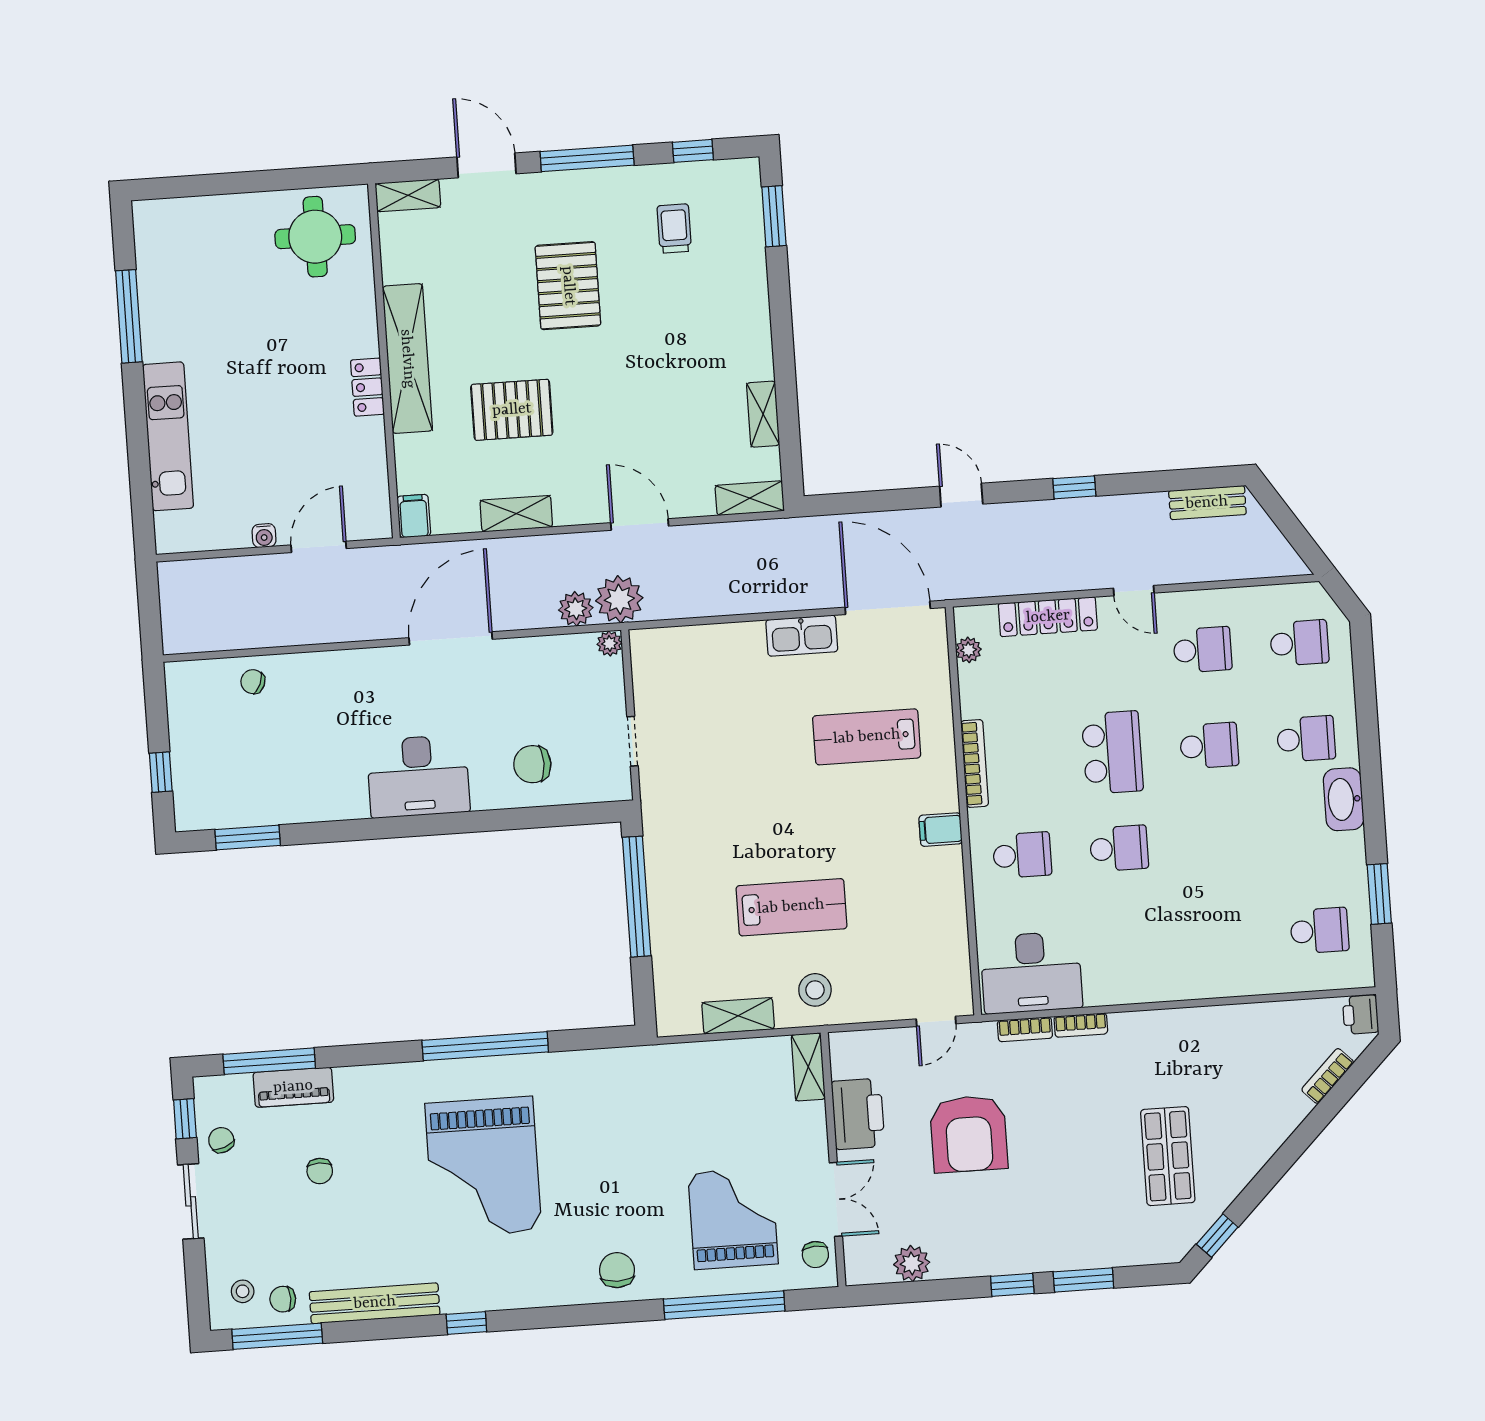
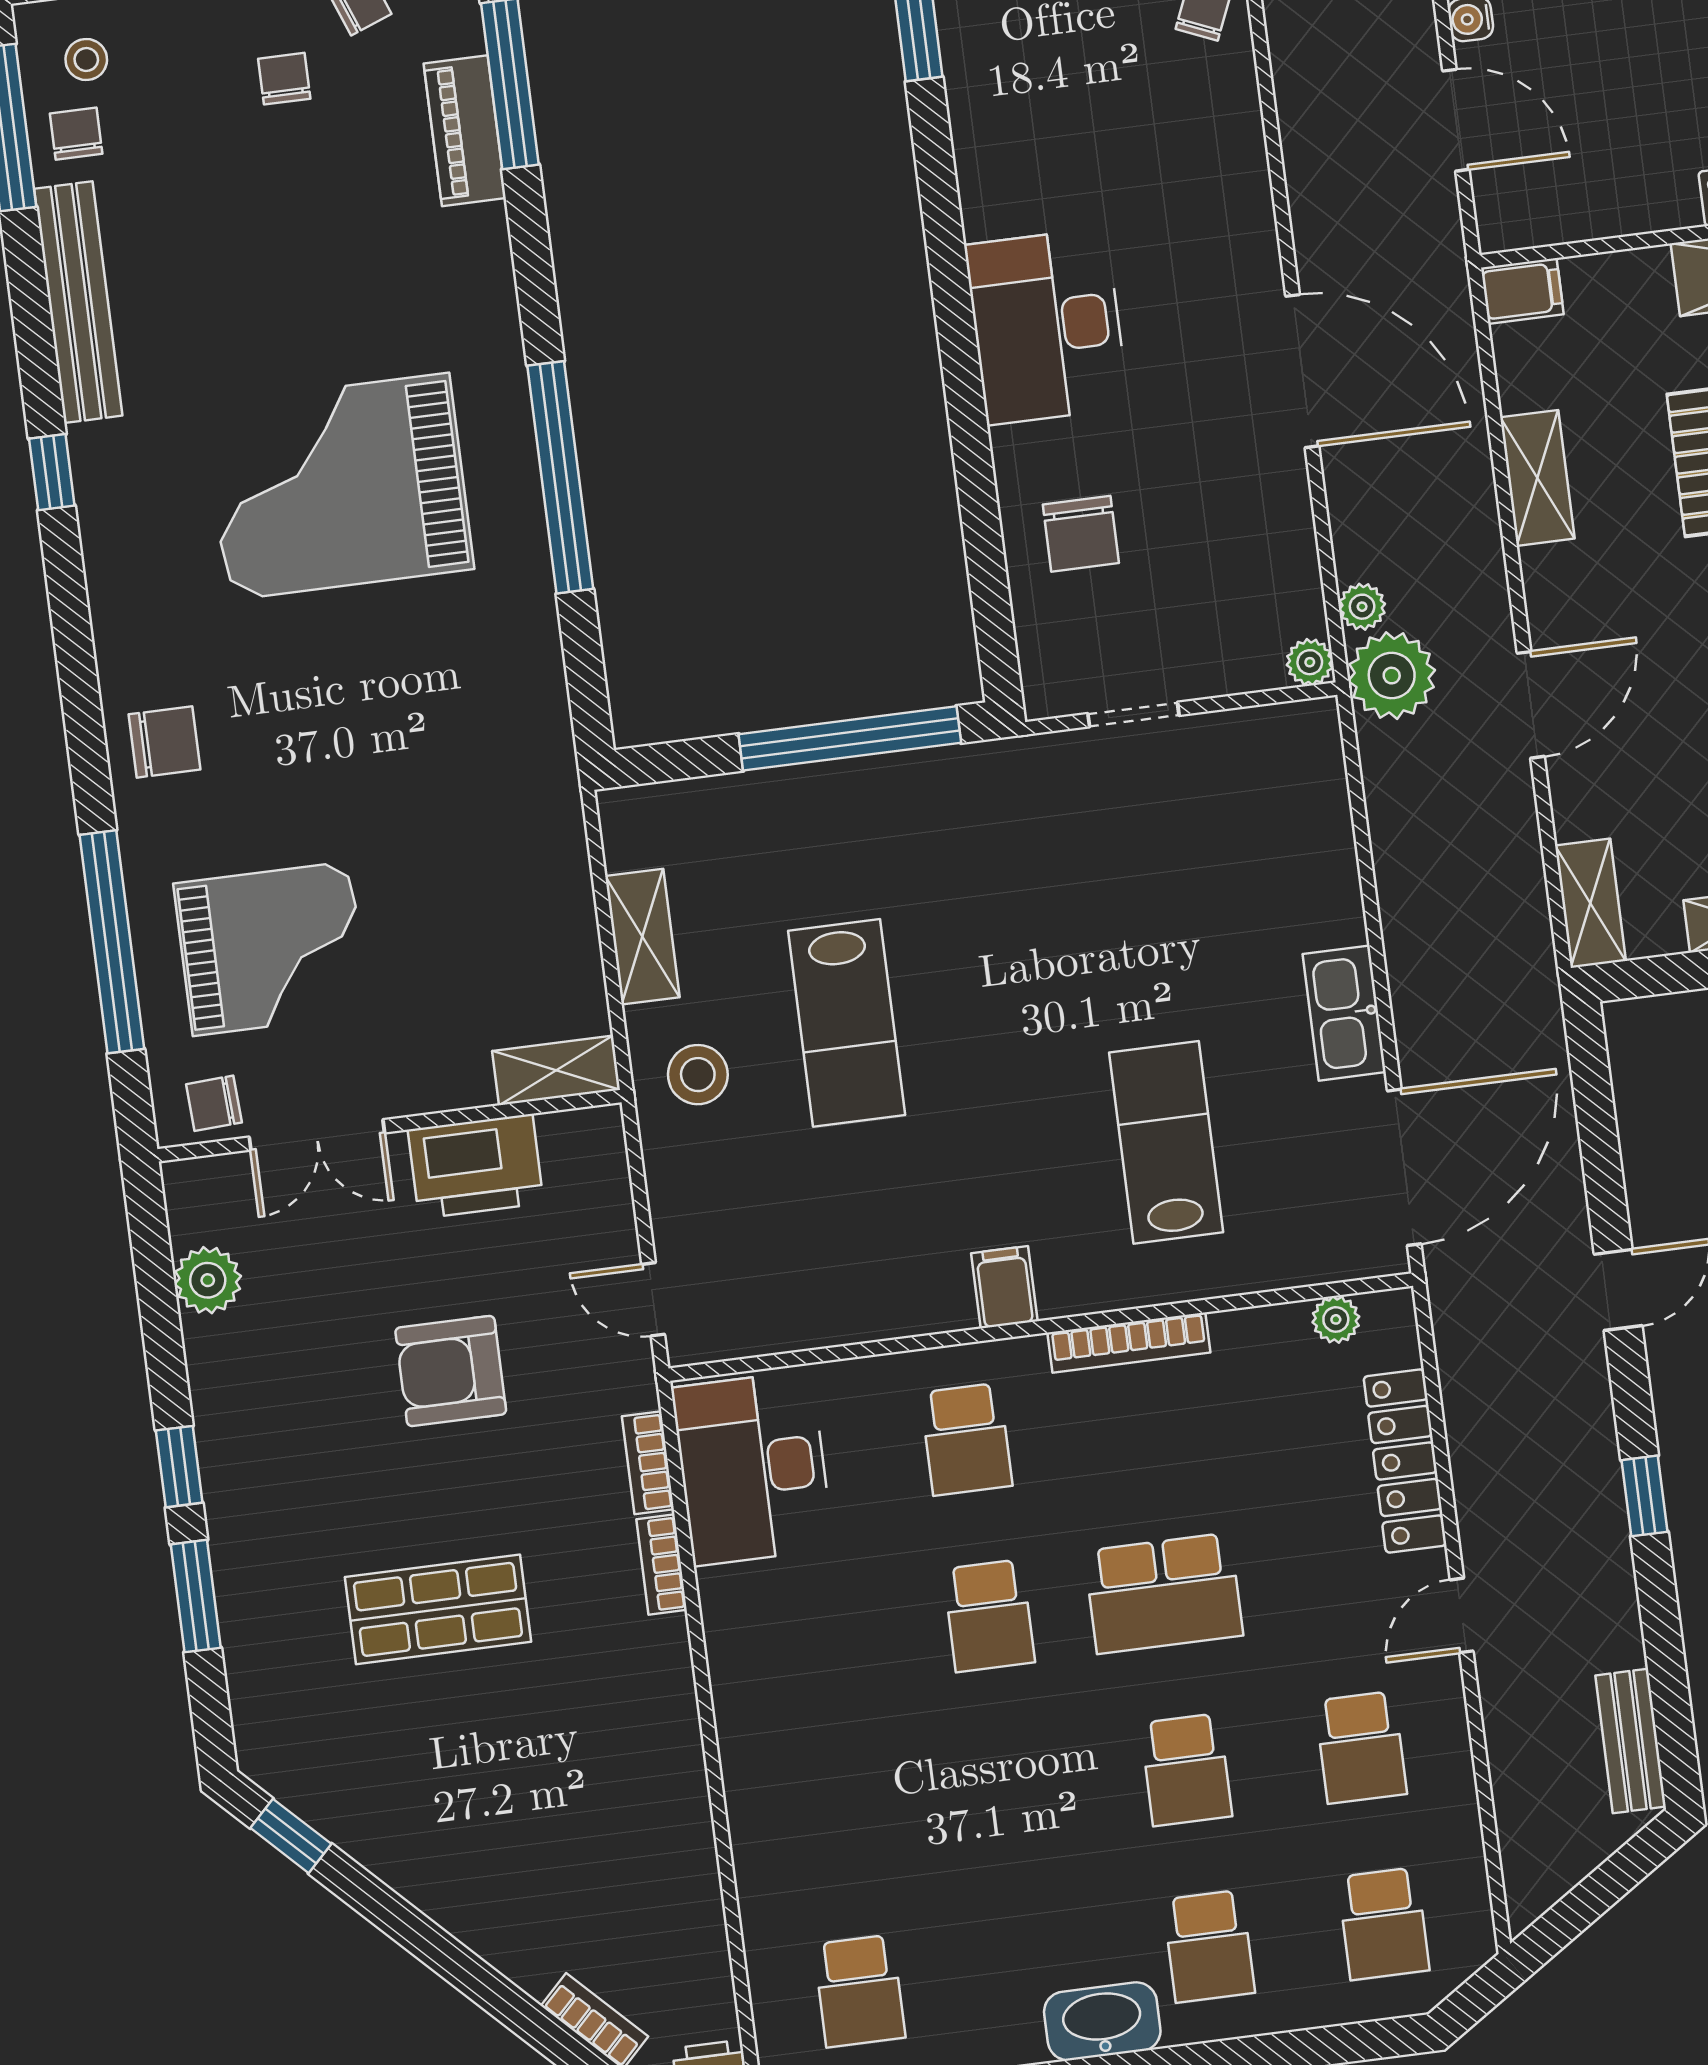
plant: (576, 609) -> (1362, 607), width x0.73, depth x0.73
chair: (532, 764) -> (1081, 534), turned 180
armchair: (969, 1134) -> (451, 1371), width x0.73, depth x0.73
shop shelf: (1168, 1156) -> (438, 1609), moved
chair: (320, 1171) -> (284, 79), moved, turned 90

